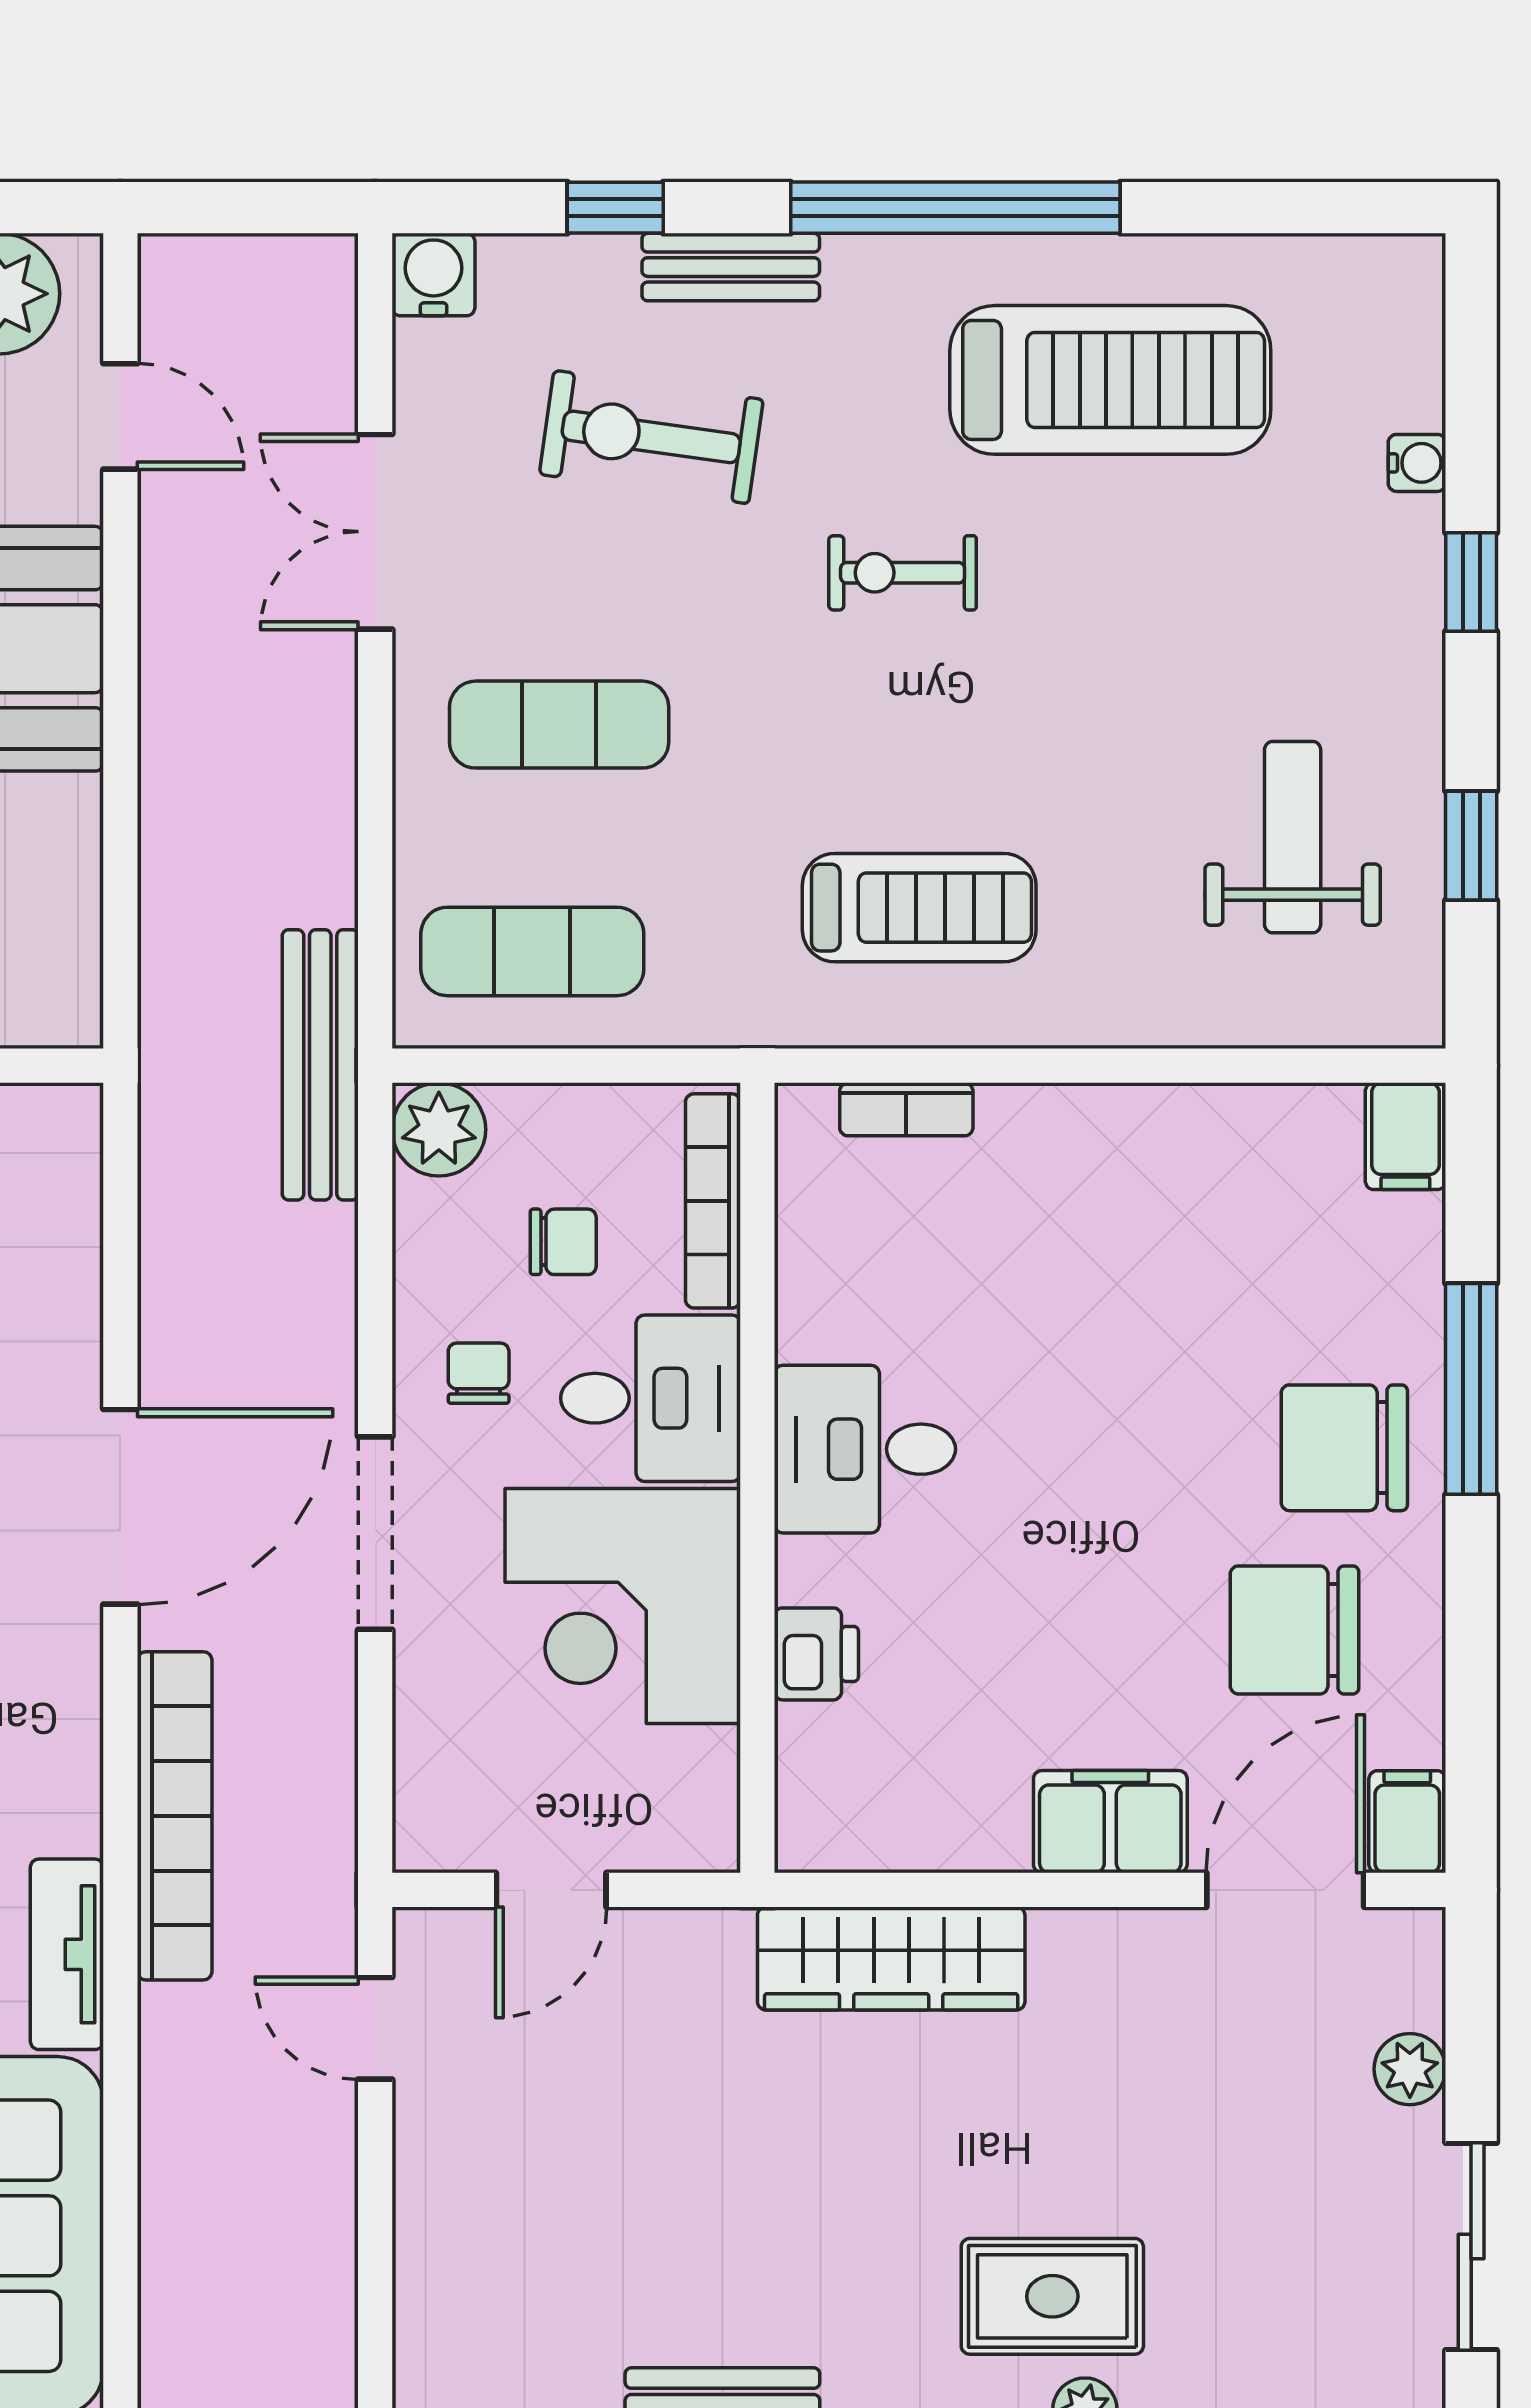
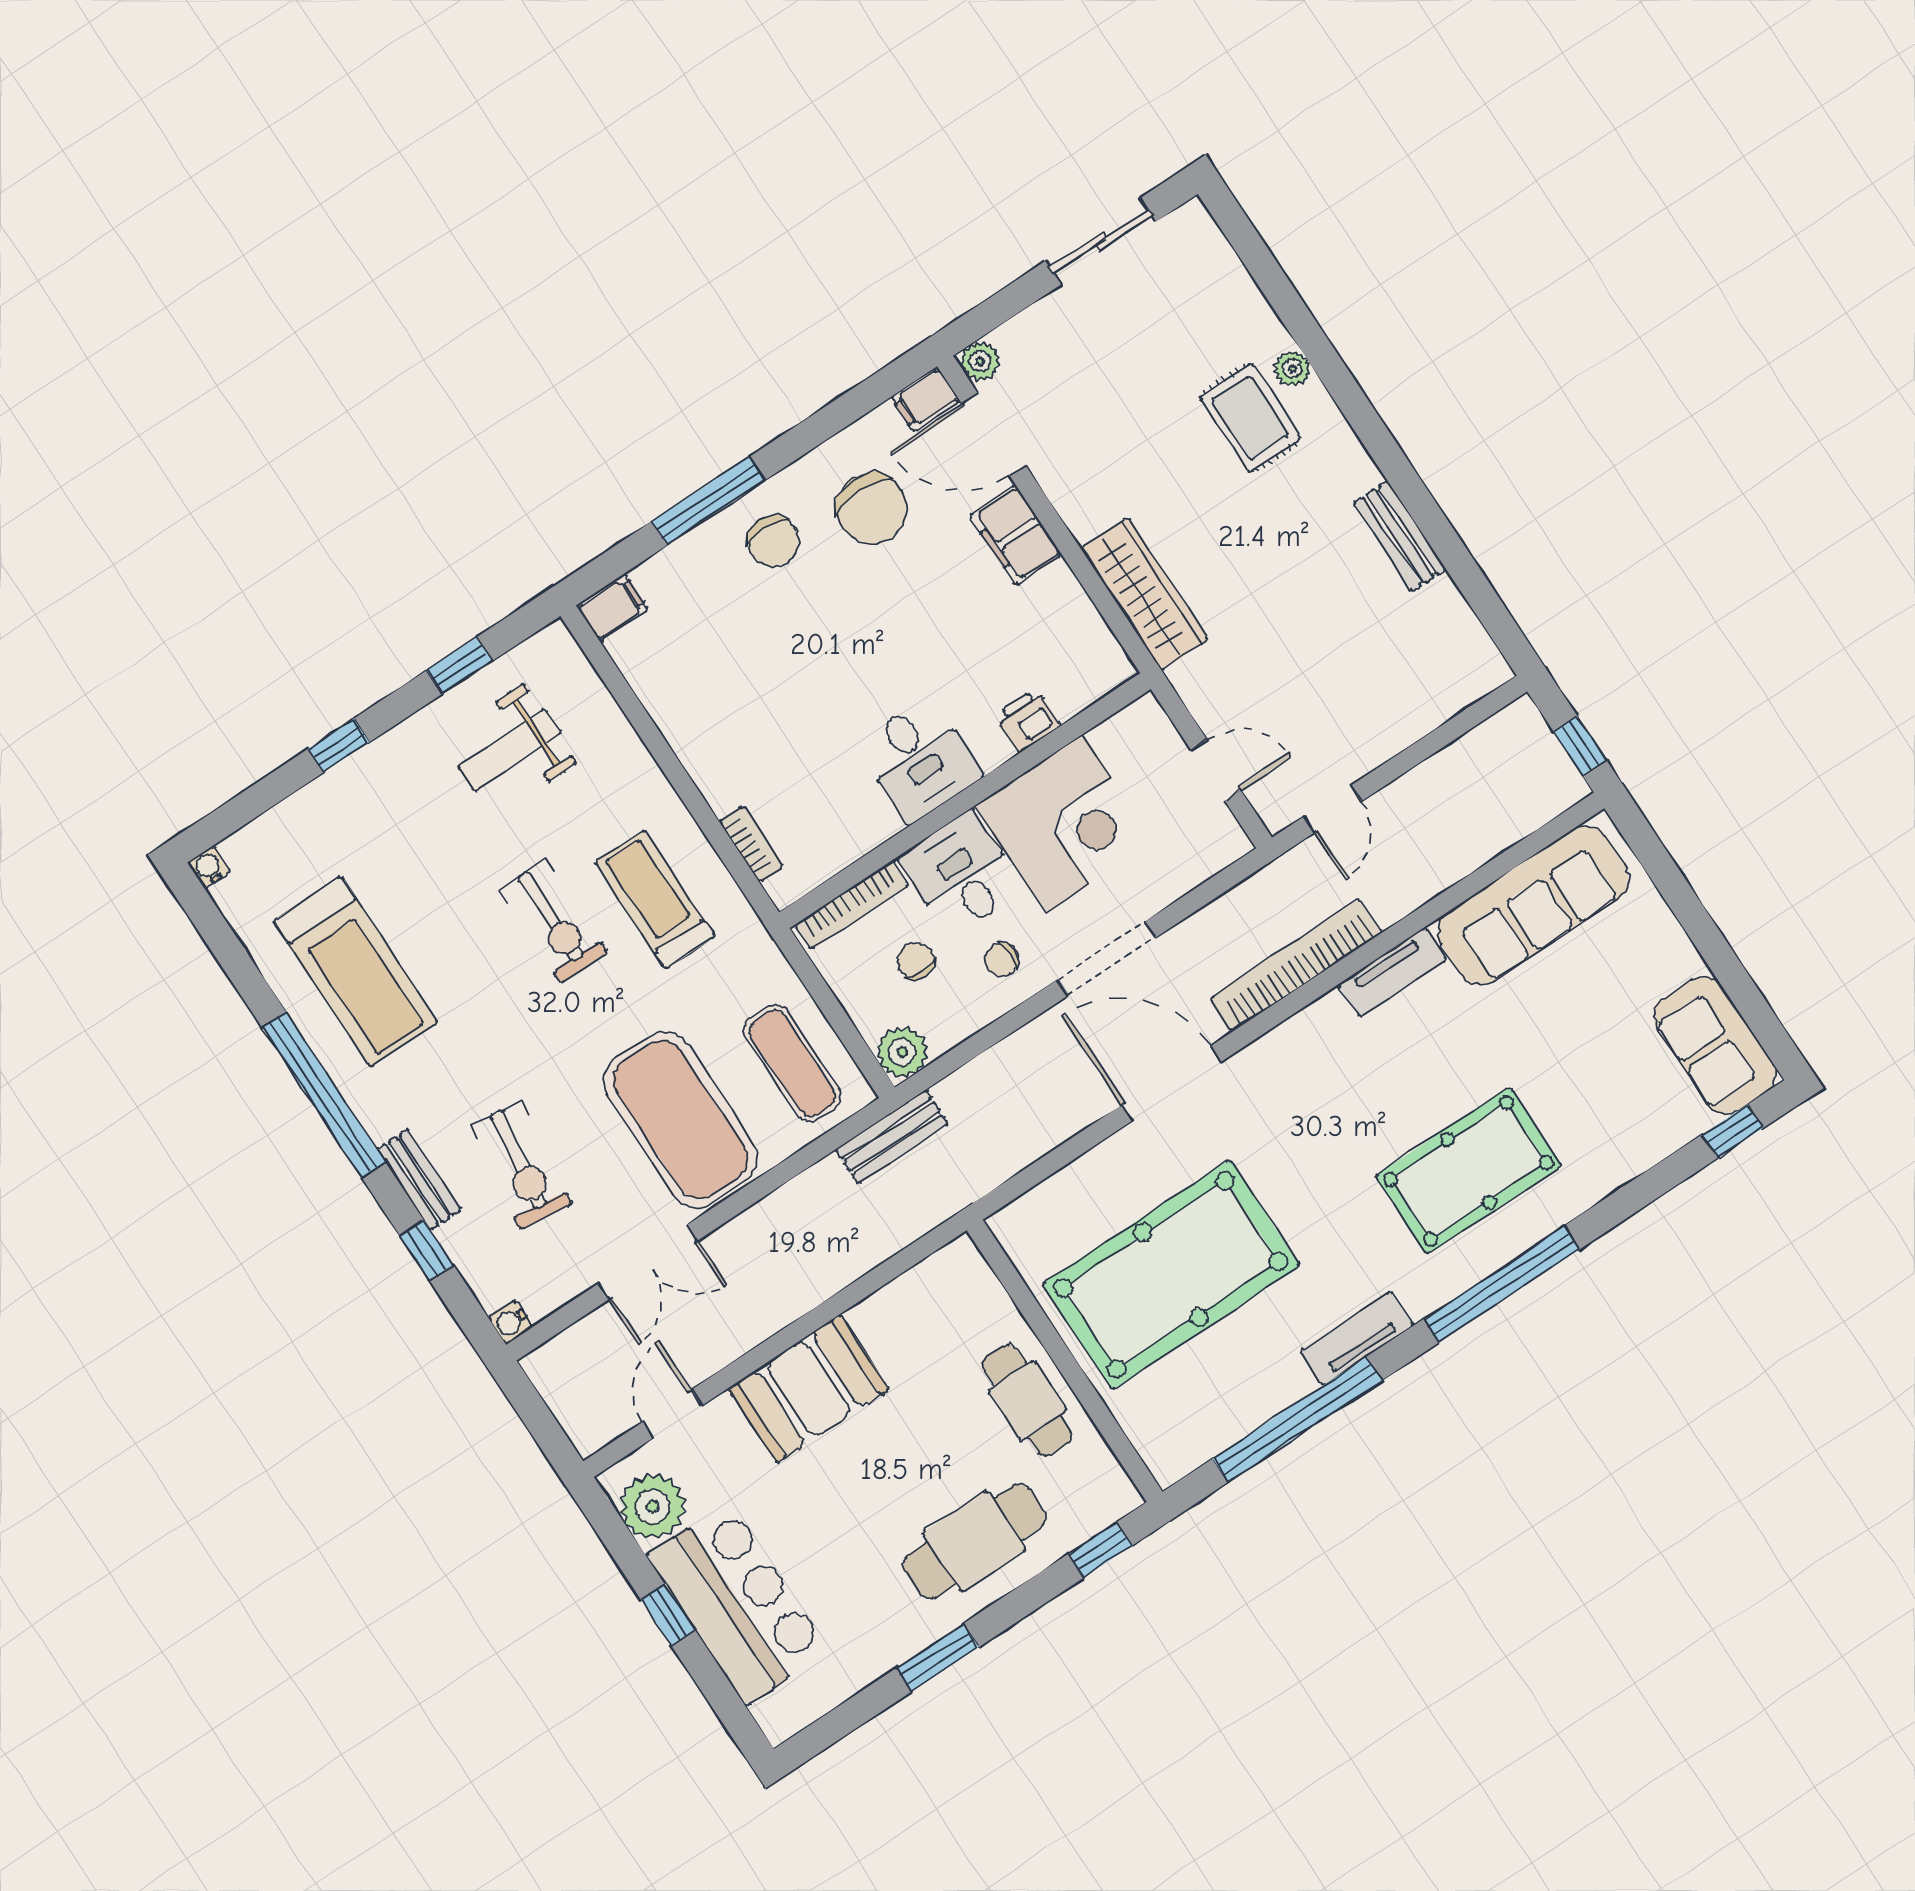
water cooler: (433, 275) -> (511, 1322), width x0.72, depth x0.72
treadmill: (1110, 380) -> (356, 972), turned 180
water cooler: (1417, 463) -> (209, 867), moved
exercise bike: (903, 573) -> (553, 921), moved, width x1.38, depth x1.39
exercise mat: (559, 725) -> (680, 1120), width x2.00, depth x1.45
bench: (320, 1065) -> (892, 1137), width x0.73
chair: (1344, 1448) -> (773, 541), width x0.73, depth x0.73
plant: (1410, 2069) -> (980, 361), moved

